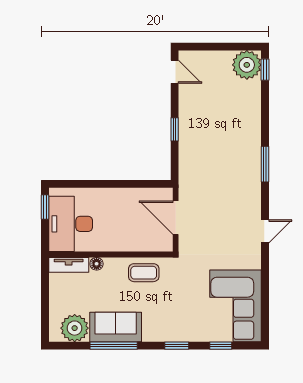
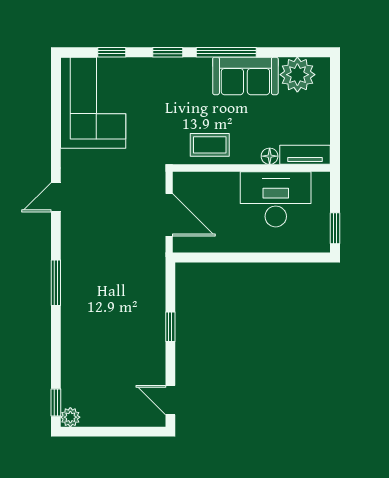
plant: (247, 65) -> (70, 417), width x0.53, depth x0.53
desk: (71, 224) -> (276, 199), moved, turned -90
window: (114, 346) -> (226, 52), moved

